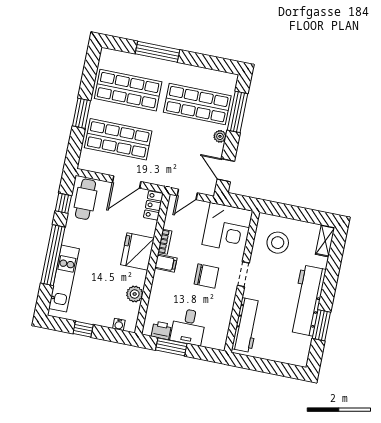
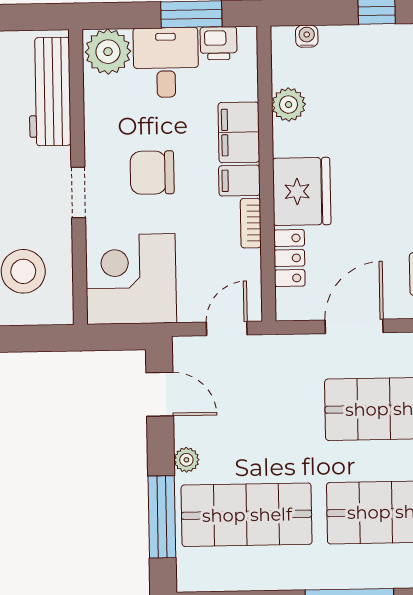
locker: (153, 206) -> (289, 258), moved
filing cabinet: (161, 286) -> (239, 132), added
plant: (215, 338) -> (108, 52), added

